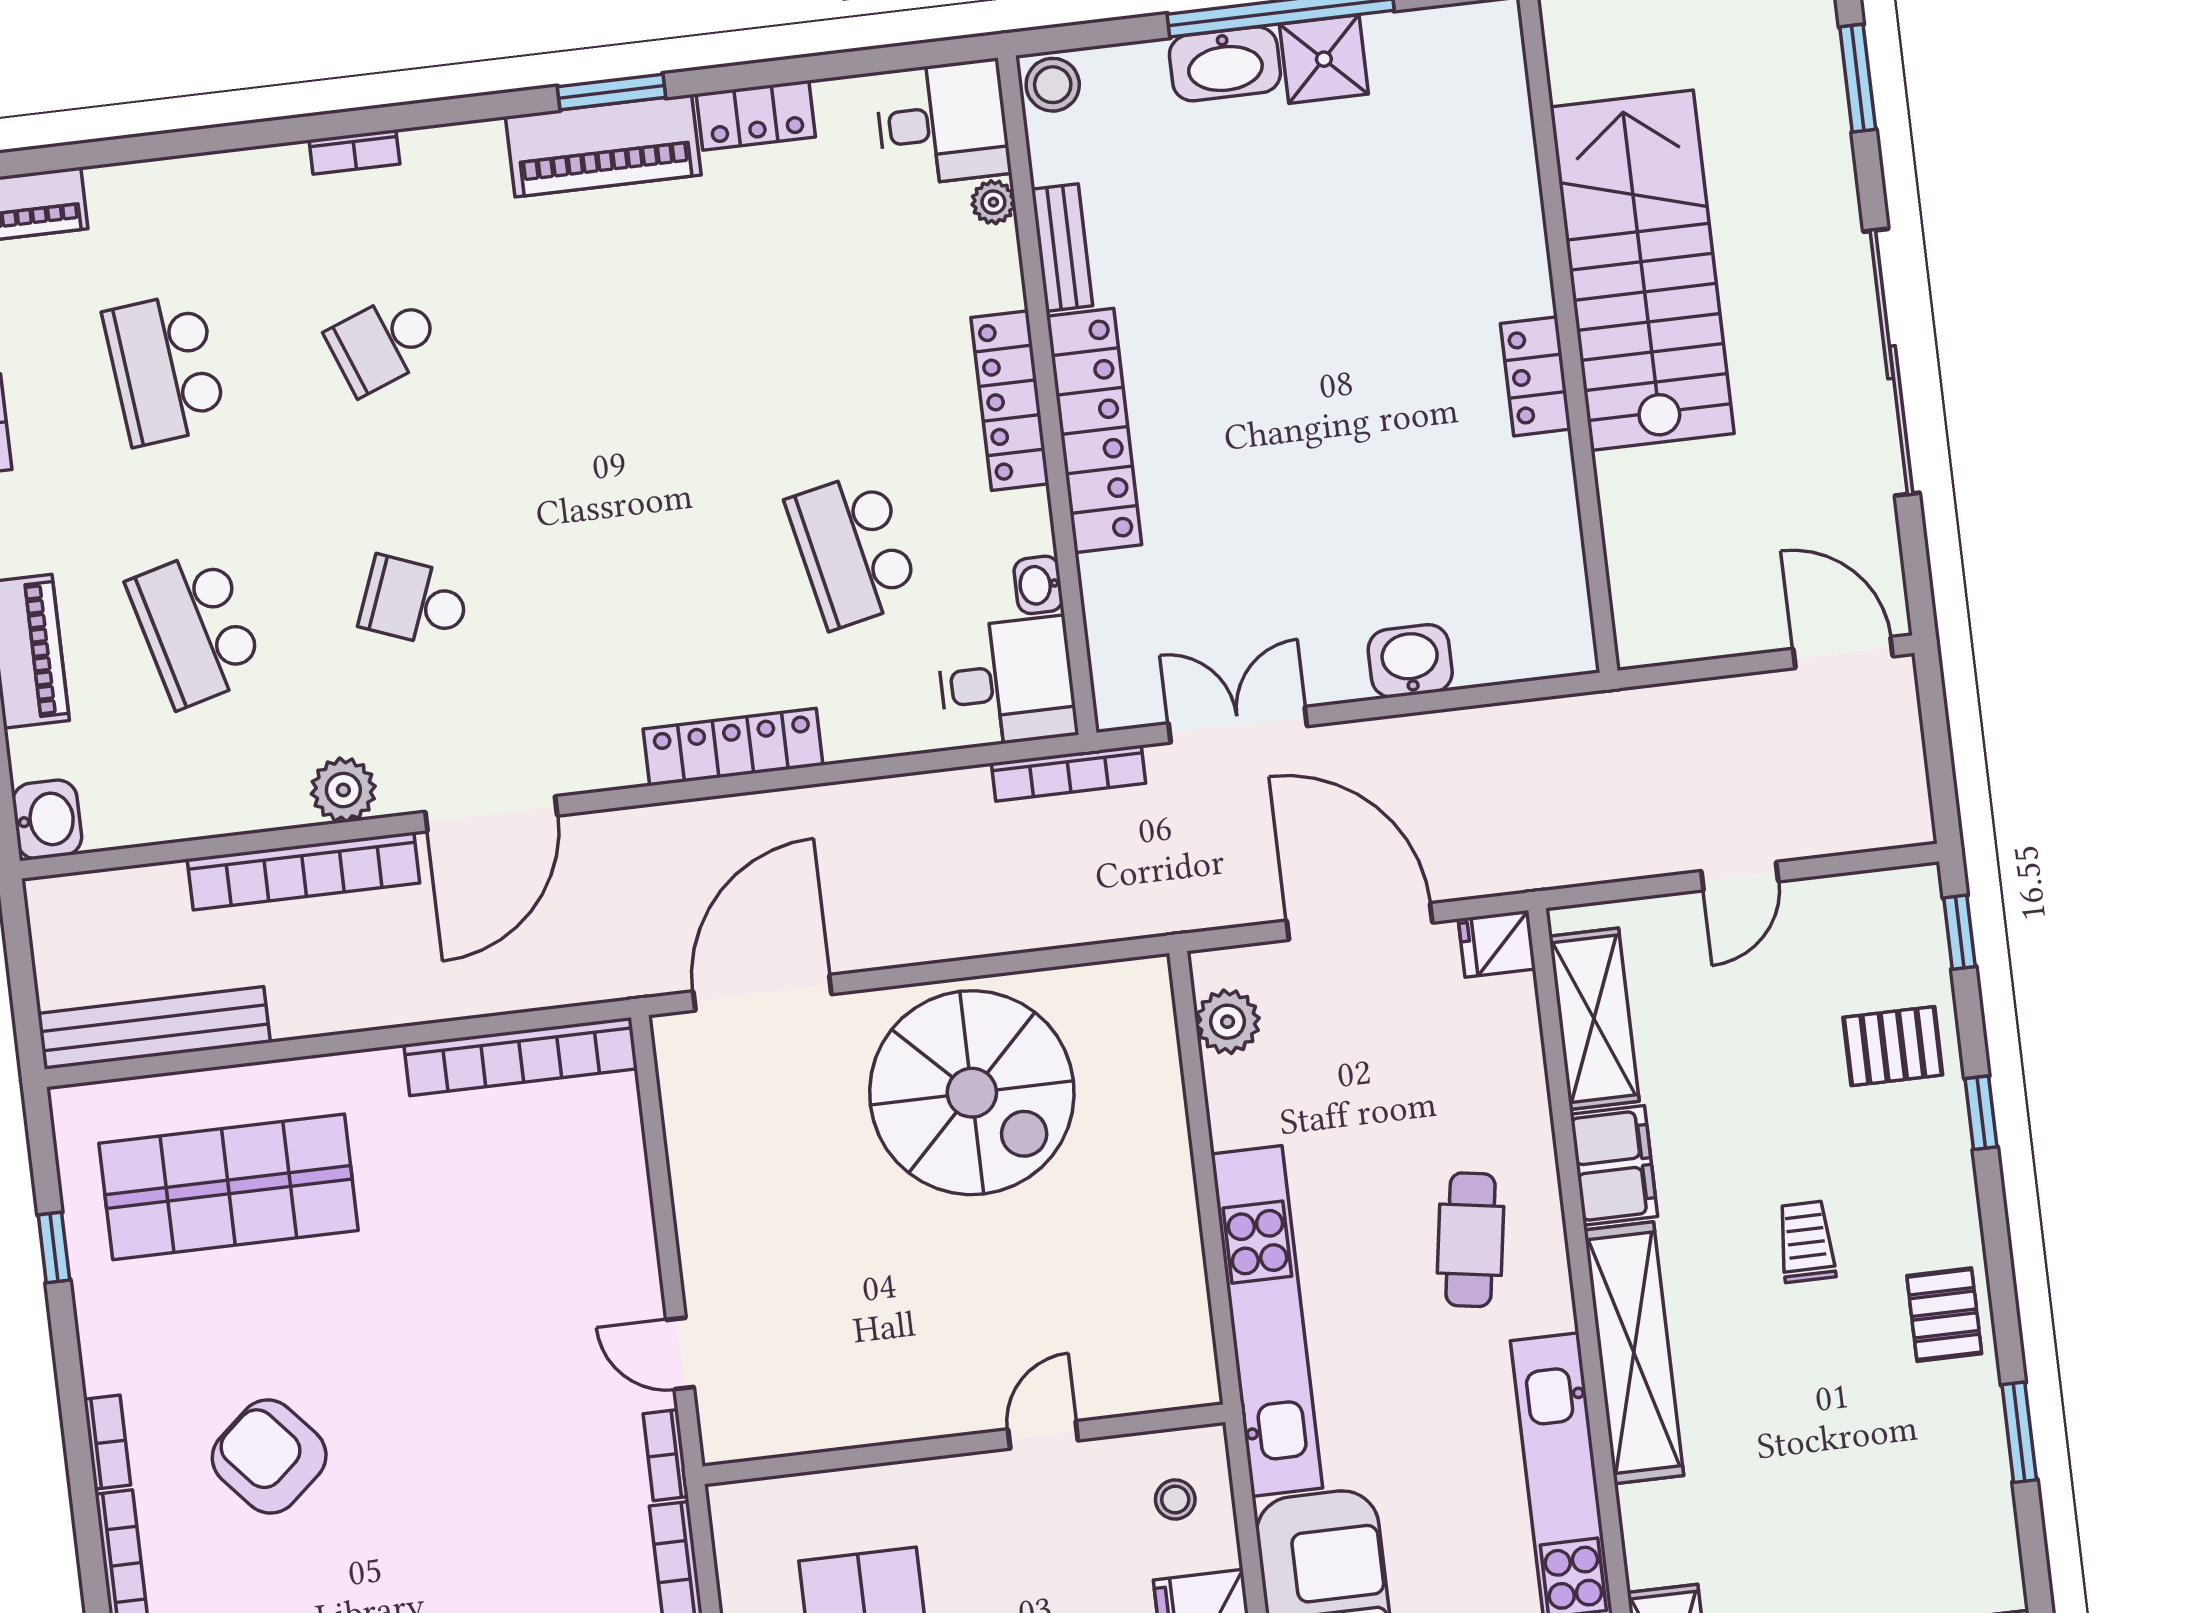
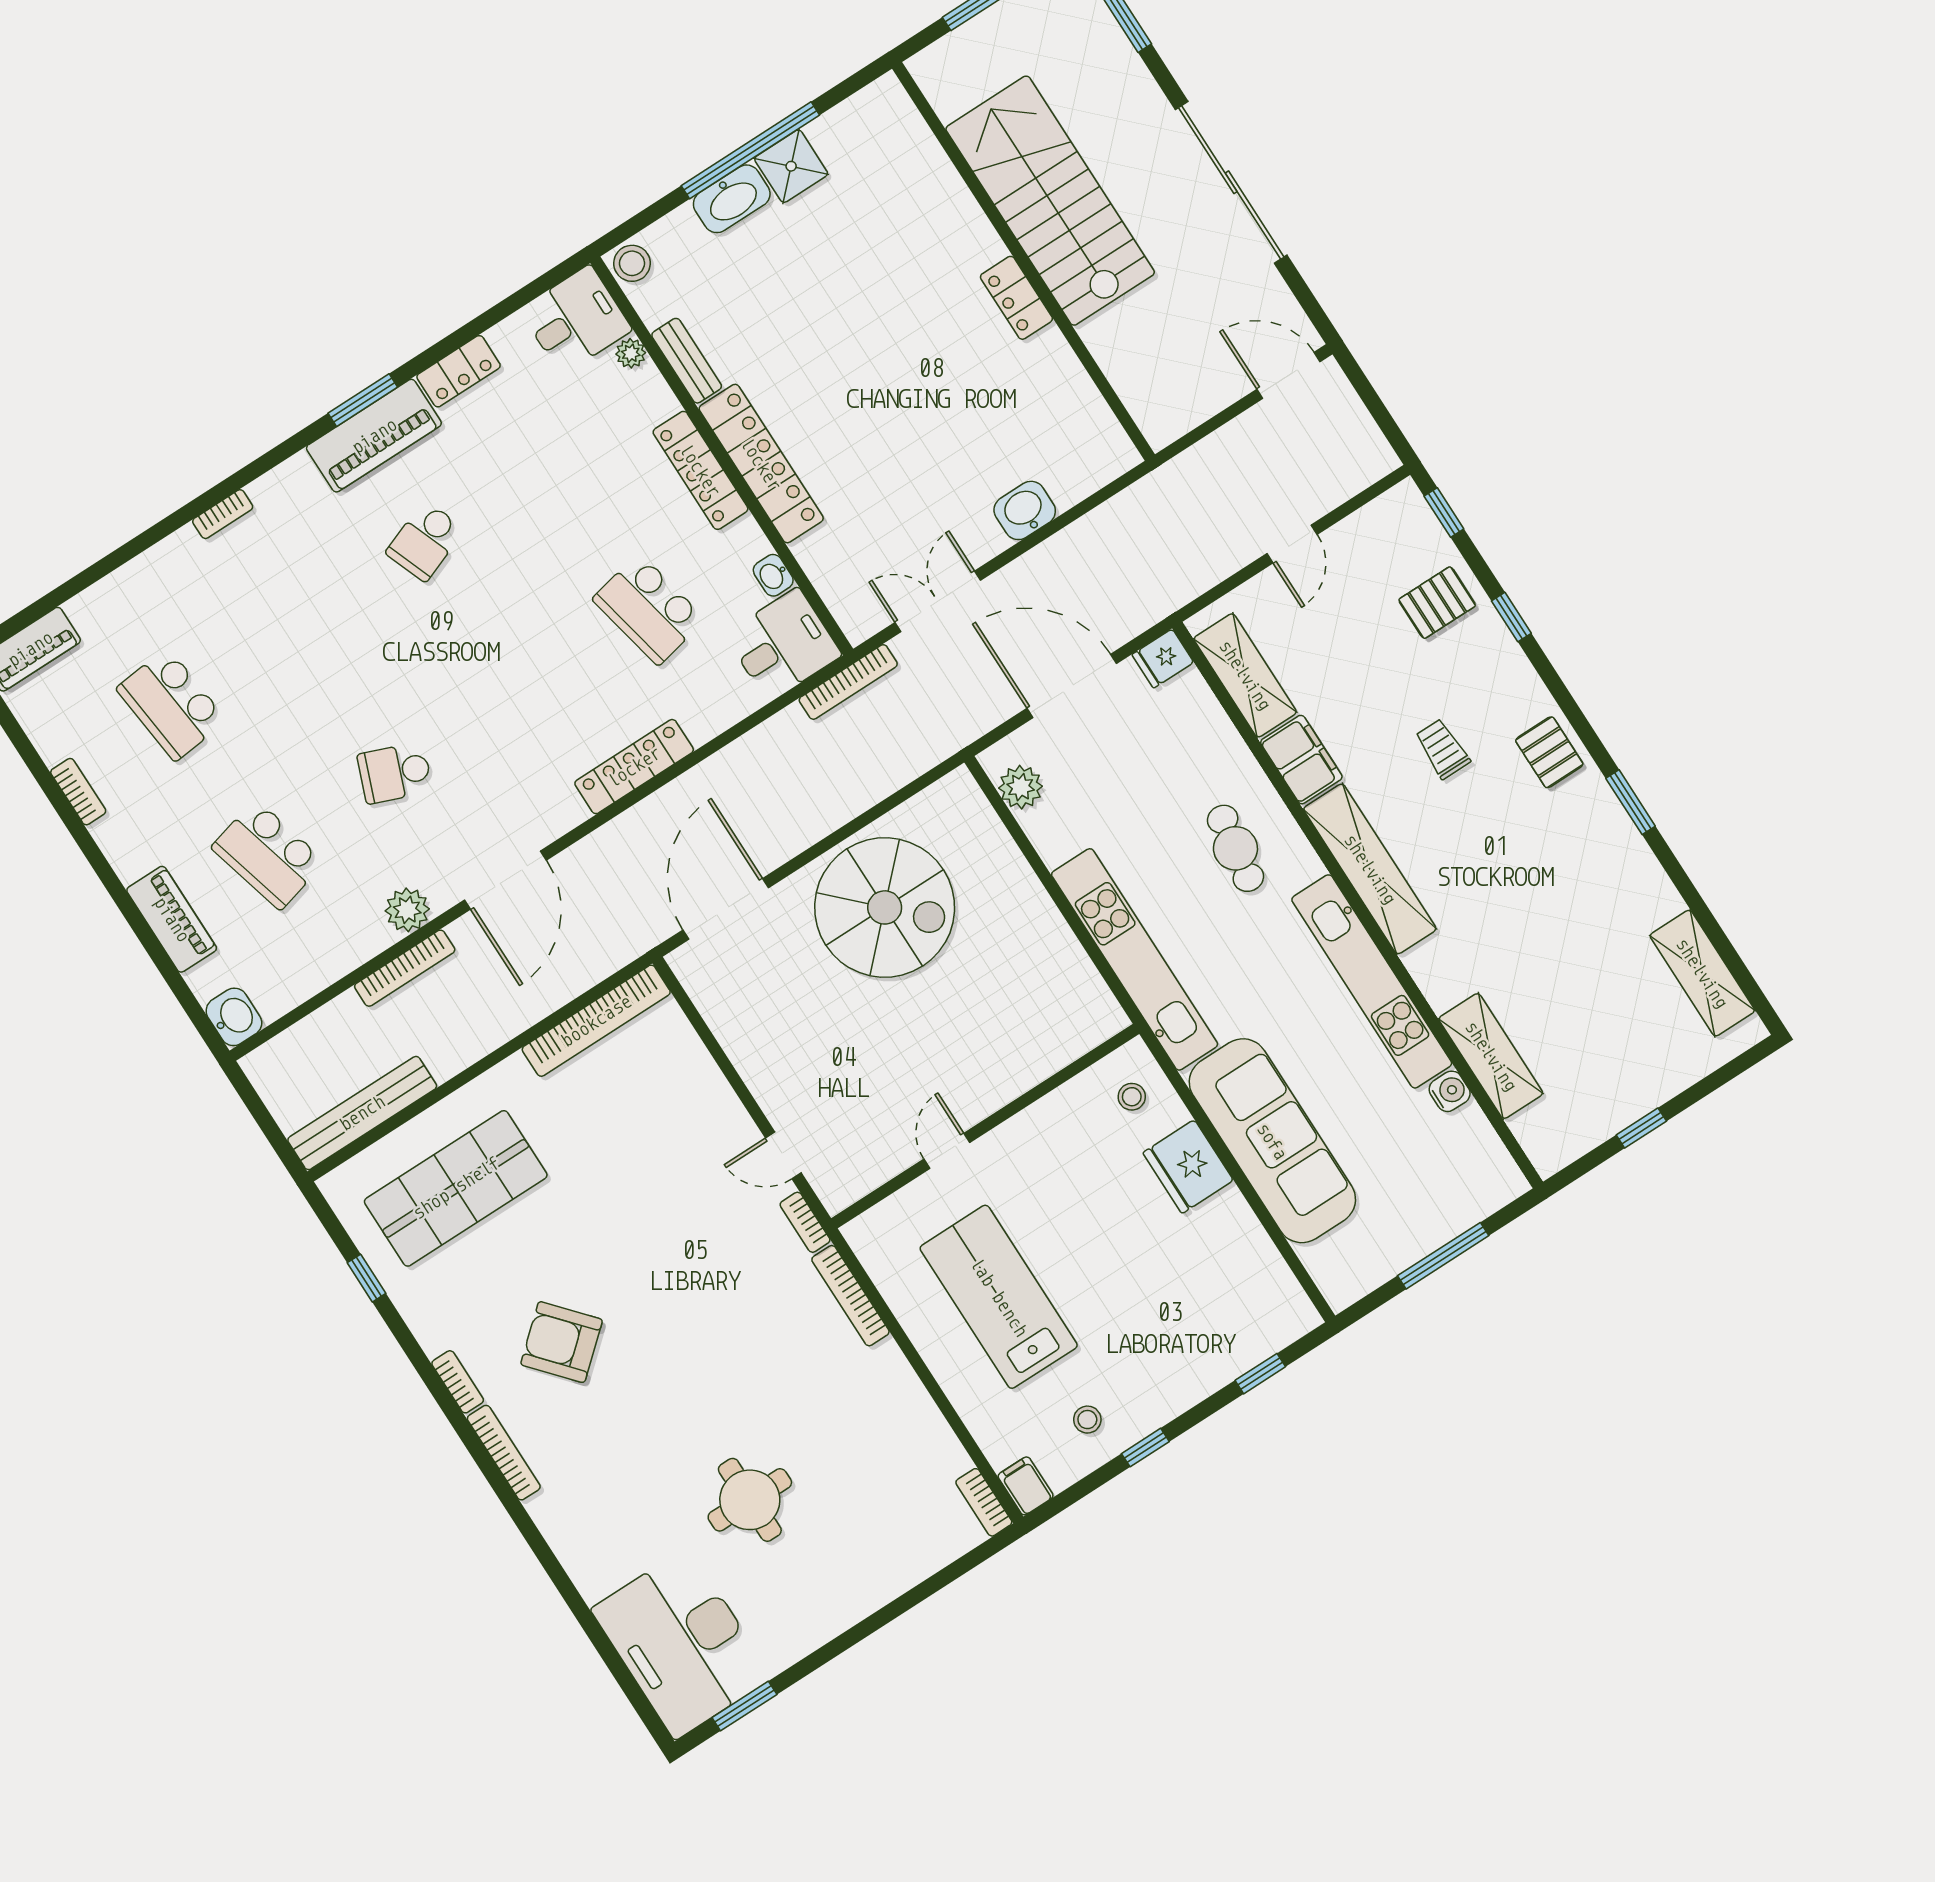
school desk: (384, 343) -> (425, 541), moved
bookcase: (303, 871) -> (405, 968), width x0.68, depth x0.76
door: (1043, 1435) -> (947, 1151), moved

